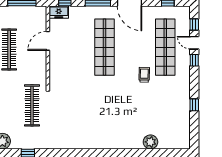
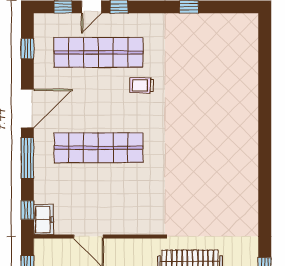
plant: (150, 142) -> (247, 76), removed

